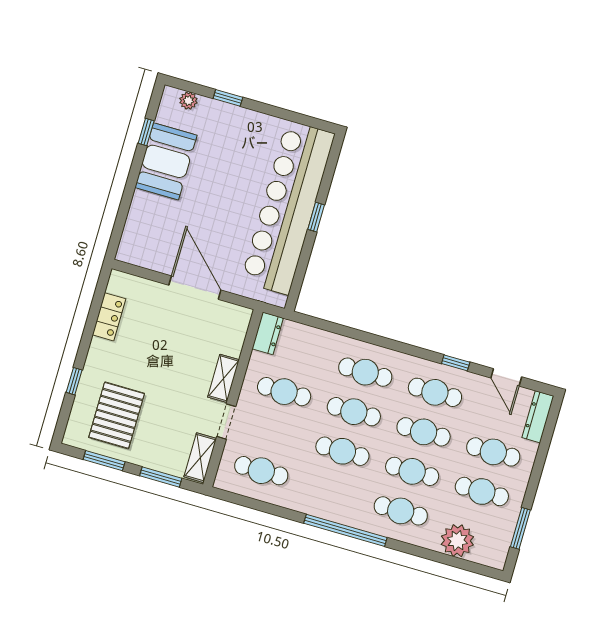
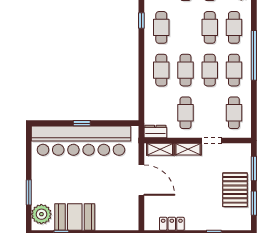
window: (228, 98) -> (29, 192), width x1.50
plant: (188, 101) -> (41, 214), width x1.88, depth x1.88
door: (195, 288) -> (141, 180), swing flipped
pallet: (117, 415) -> (235, 190), moved, turned 90
cafe table: (424, 432) -> (234, 70), moved
shelving: (200, 458) -> (160, 149), moved

